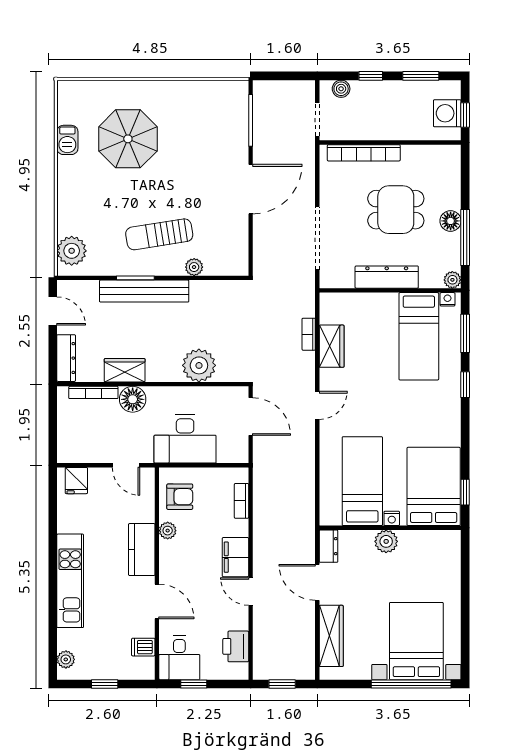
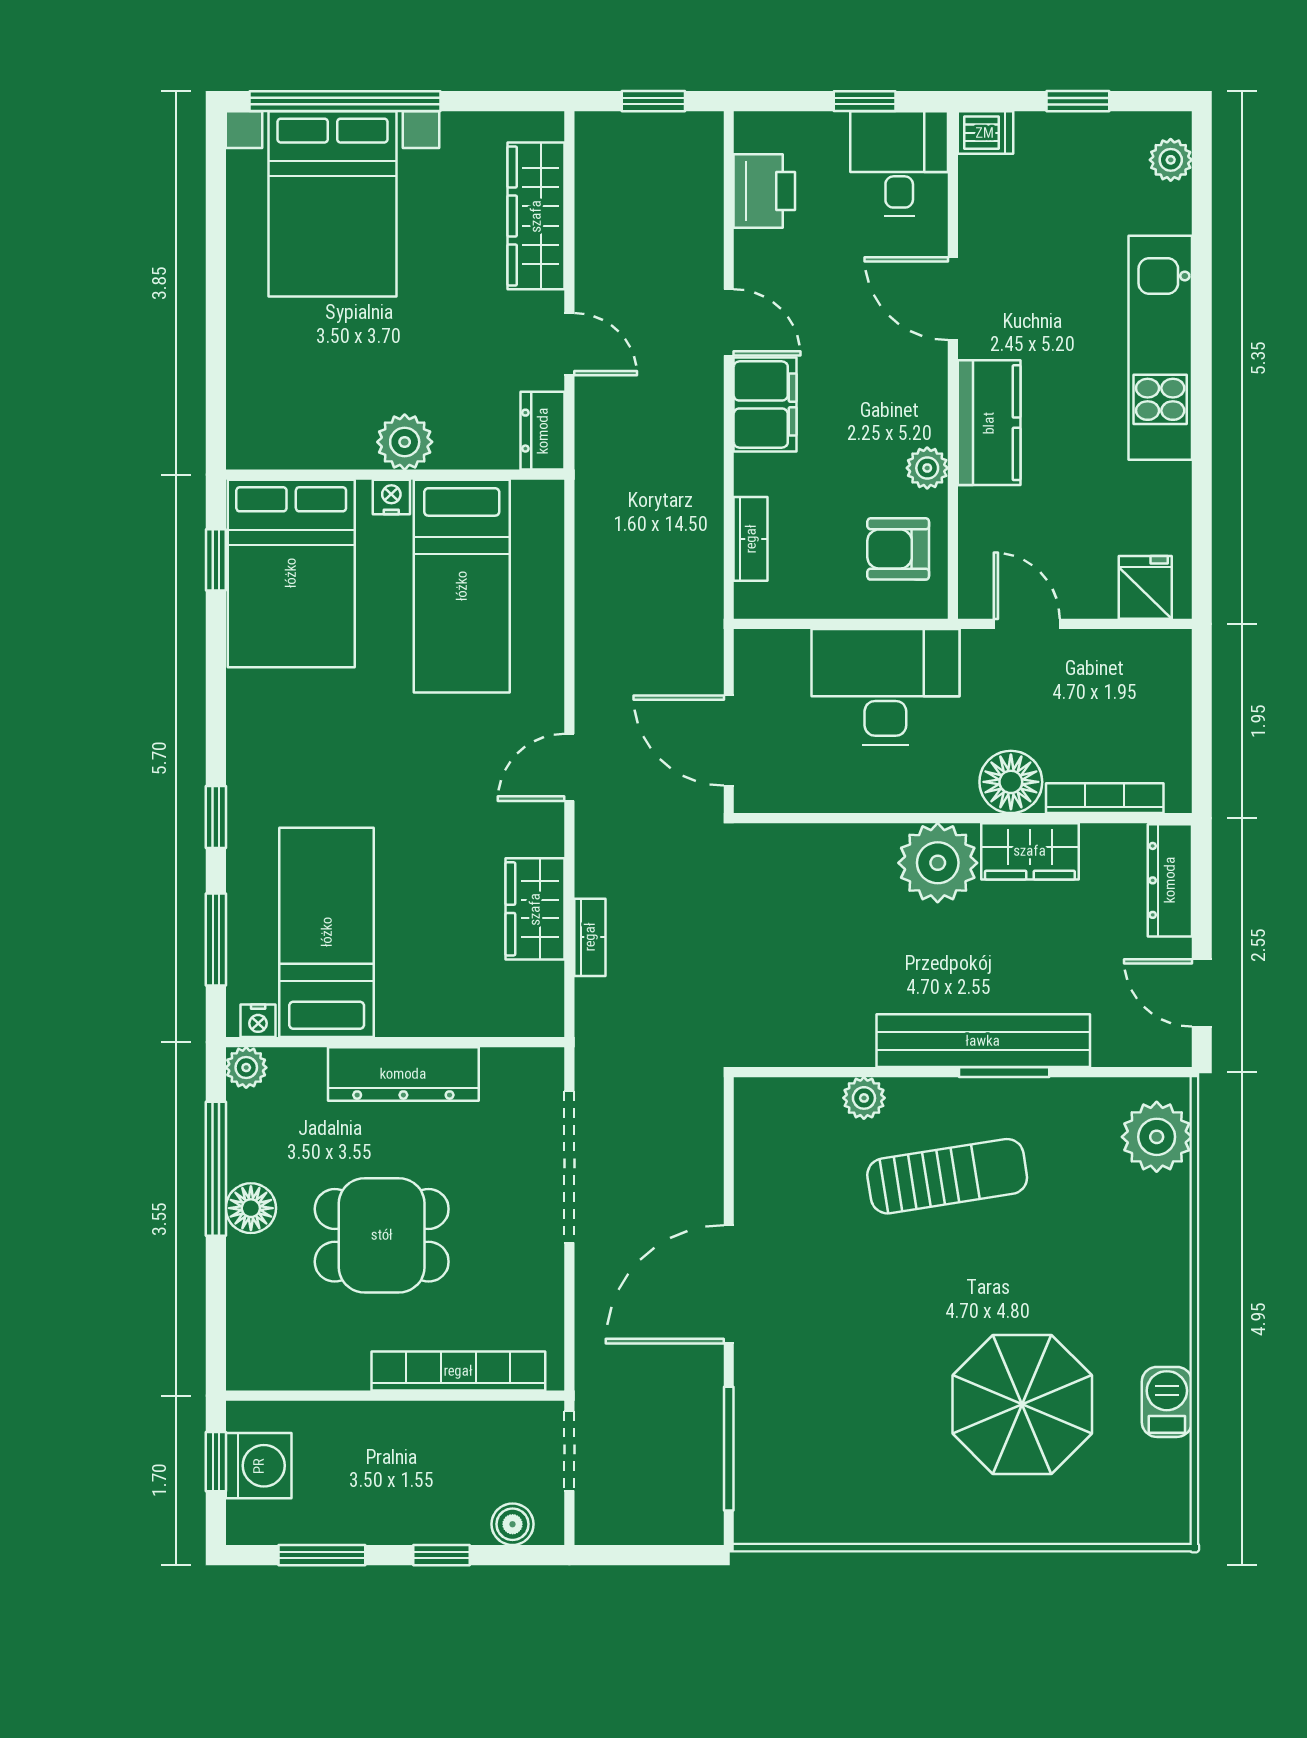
plant: (199, 365) -> (938, 863), moved
door: (317, 582) -> (569, 344), width x0.73
dishwasher: (143, 647) -> (985, 133), moved

